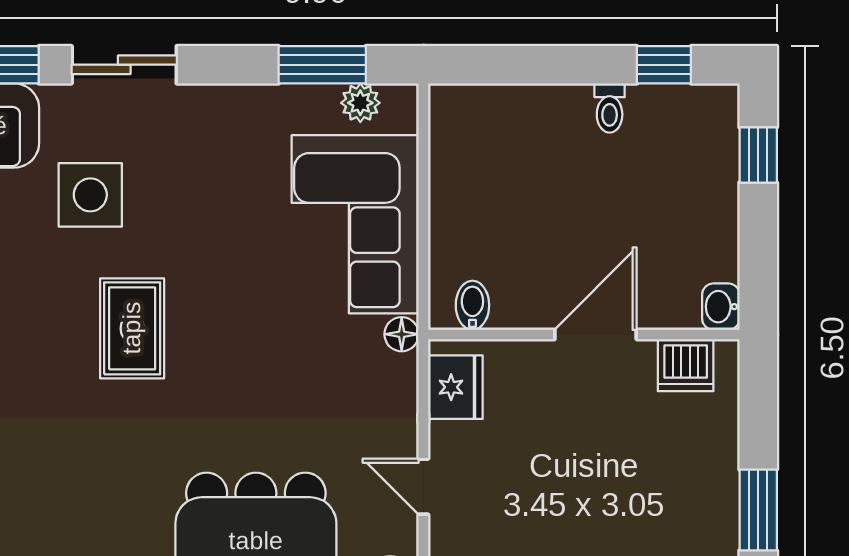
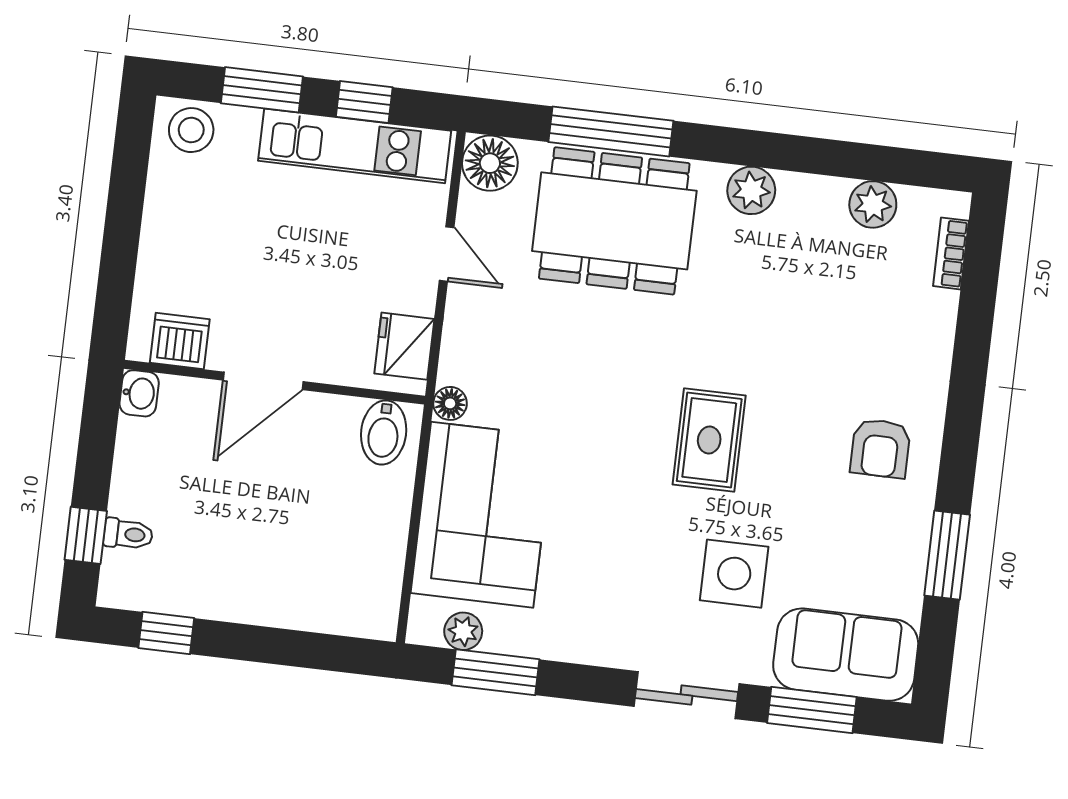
toilet: (610, 108) -> (128, 534), moved, turned 90
bidet: (472, 305) -> (384, 432), width x1.38, depth x1.36
window: (758, 510) -> (127, 193), removed

